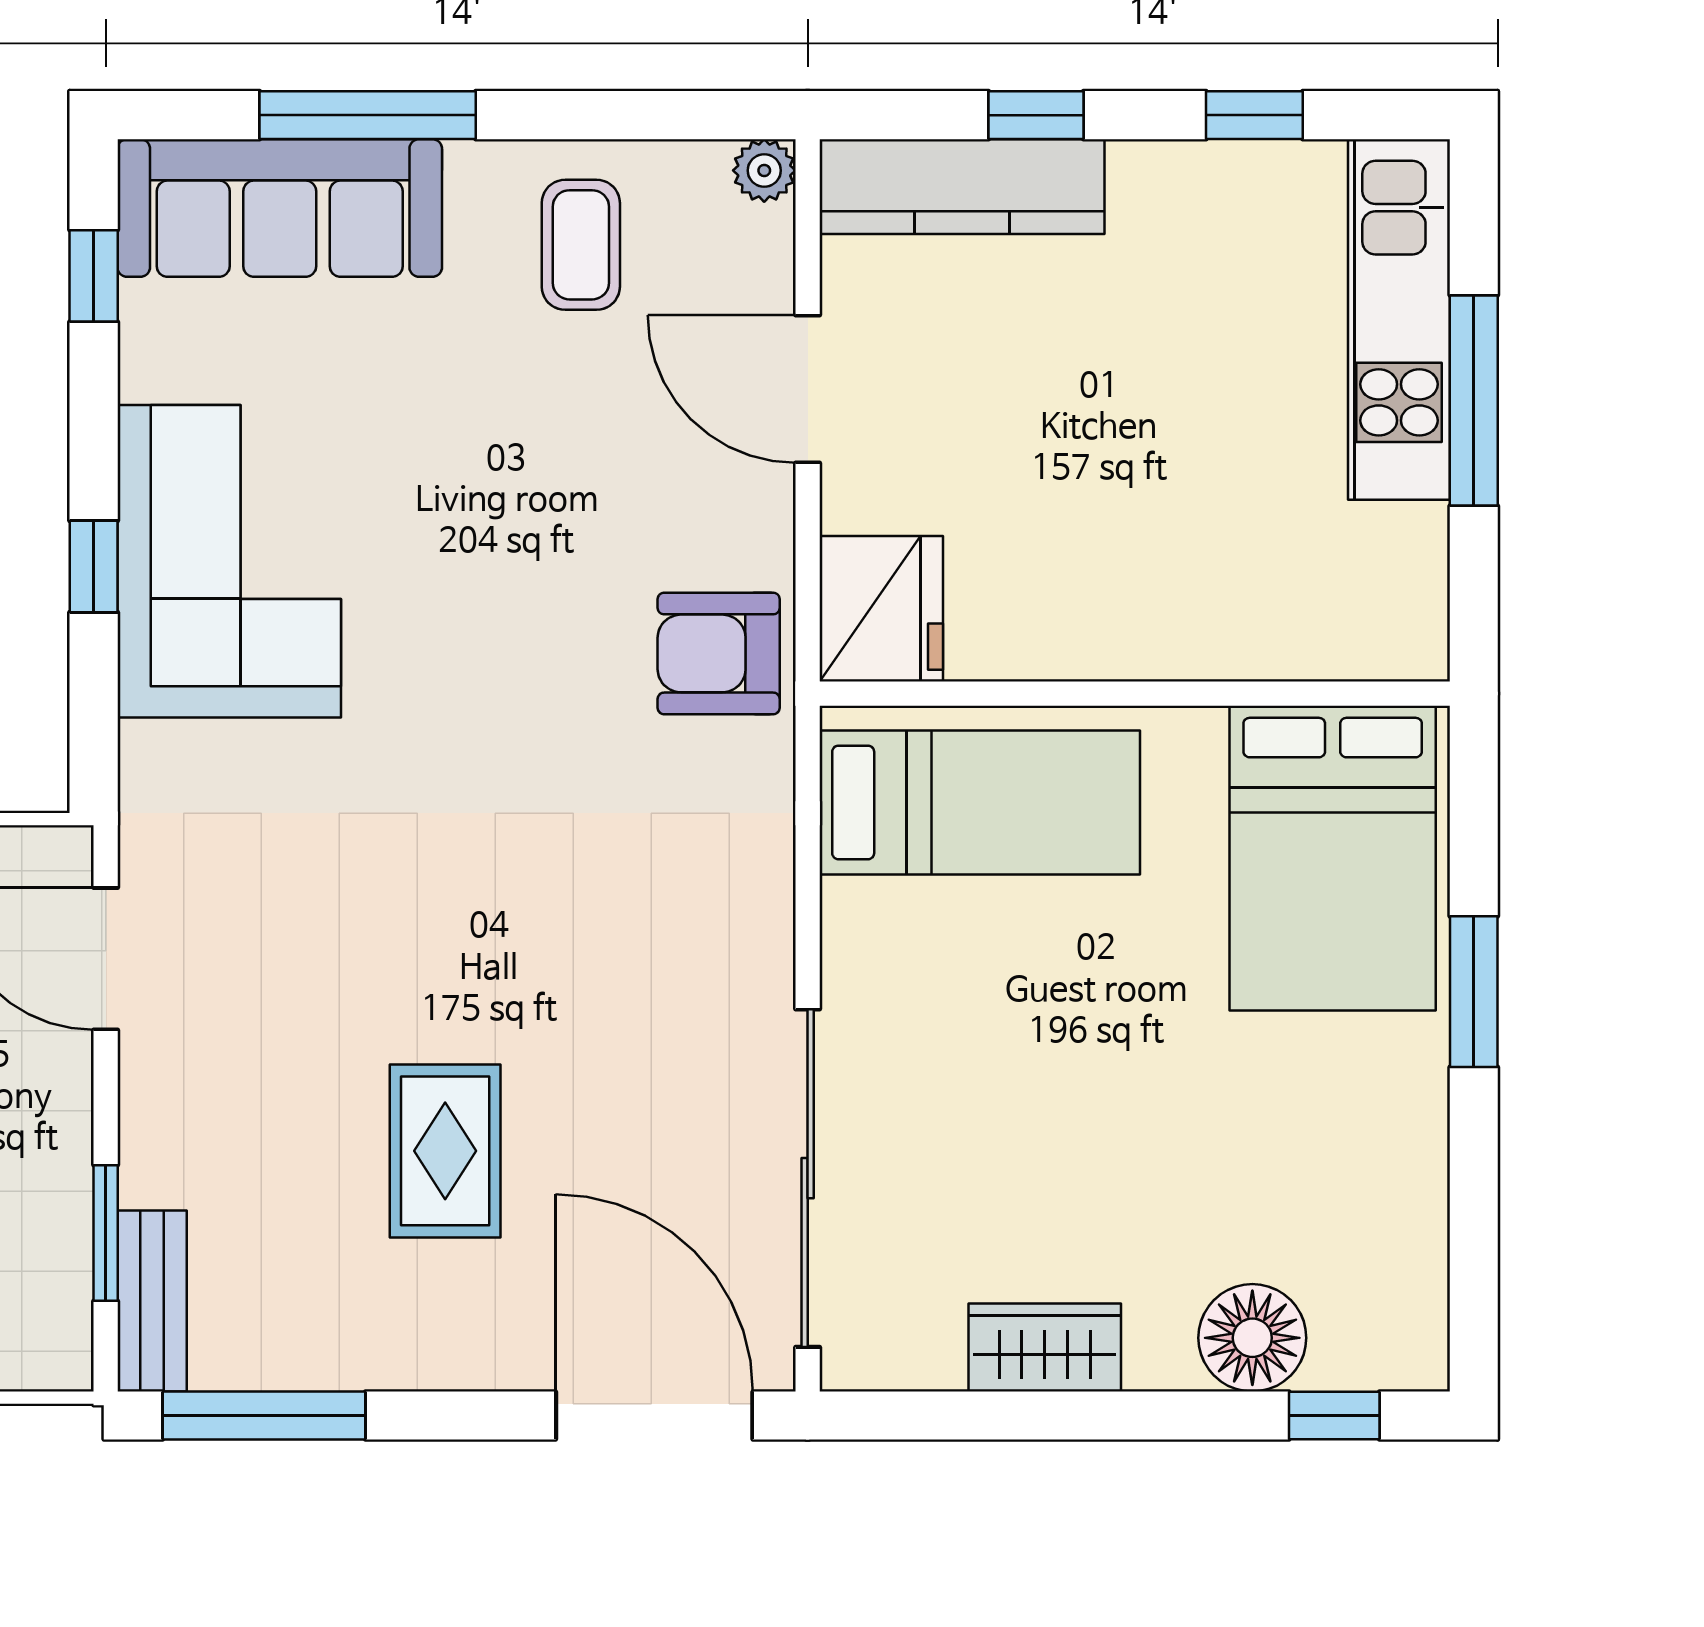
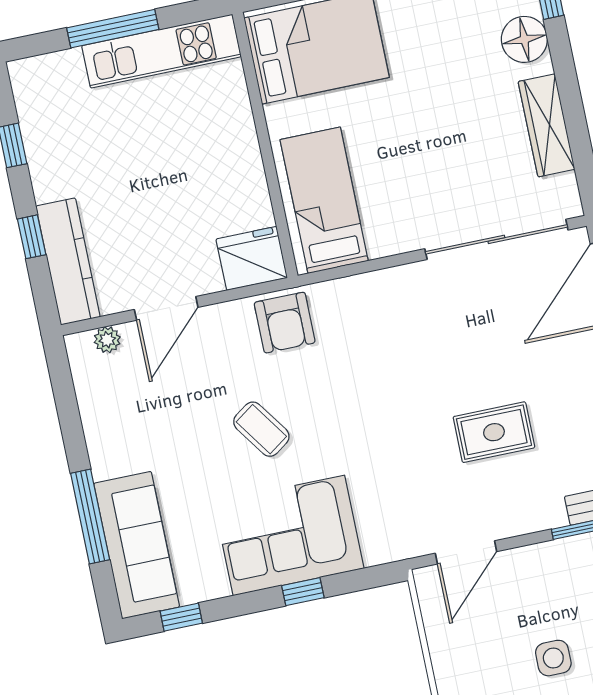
plant: (764, 170) -> (107, 340), moved
coffee table: (581, 245) -> (261, 429), moved, turned 55
kitchen unit: (1399, 319) -> (161, 51), moved
rug: (445, 1151) -> (494, 432), moved
wardrobe: (1045, 1347) -> (547, 125), width x1.50

